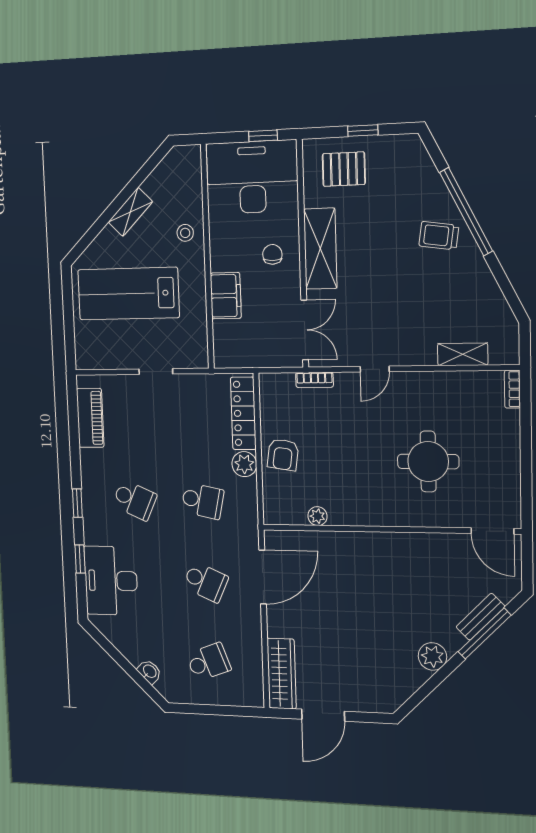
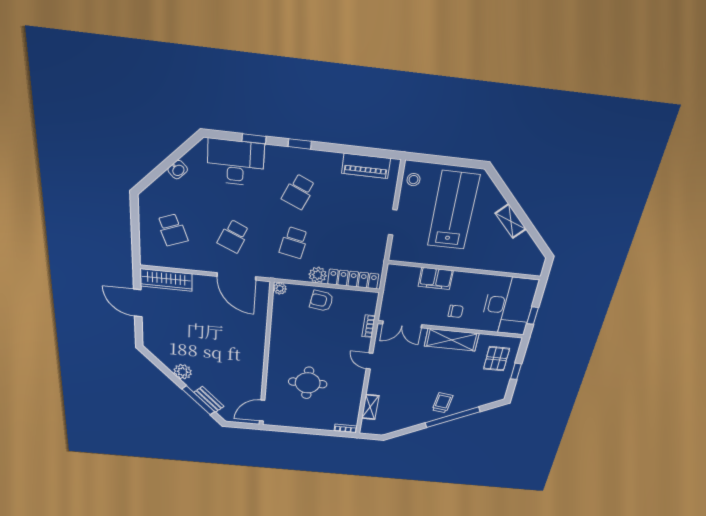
stool: (185, 233) -> (414, 180), moved
plant: (317, 516) -> (280, 288), moved
washbasin: (149, 672) -> (178, 170), moved

